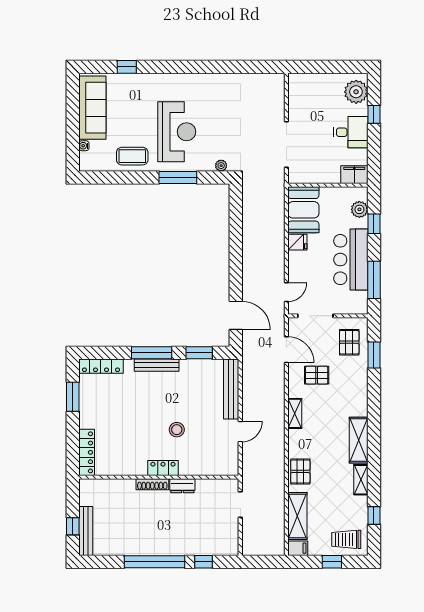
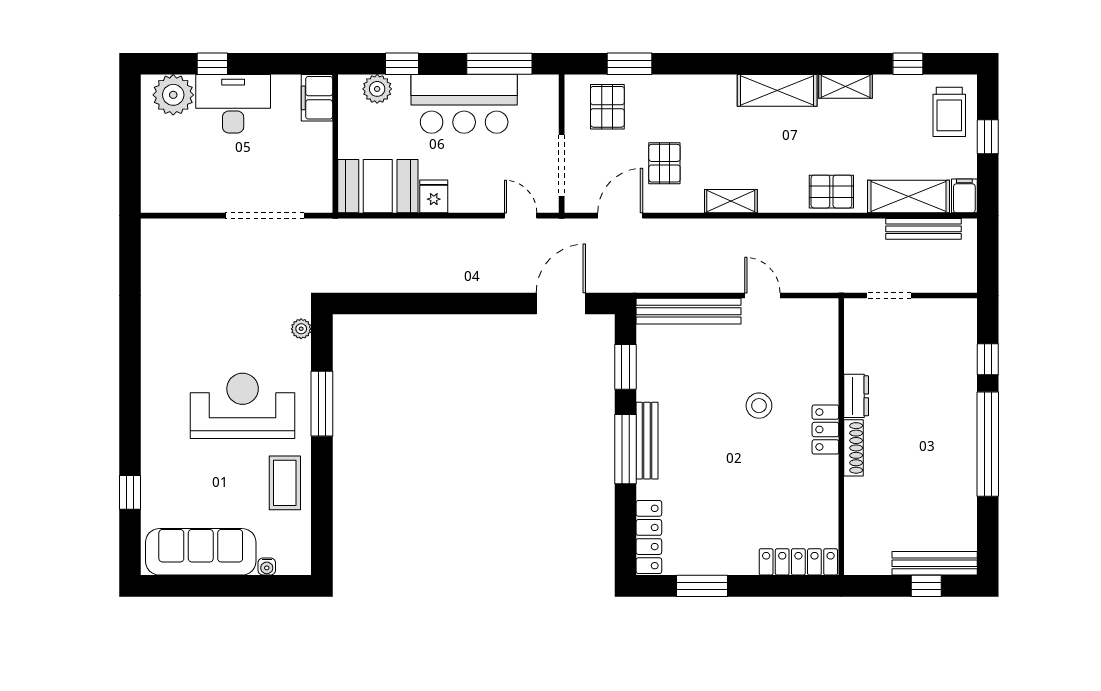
desk: (351, 132) -> (233, 104), width x1.37
pallet: (349, 342) -> (607, 107), turned 90
bench: (279, 525) -> (924, 229), added

